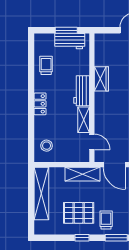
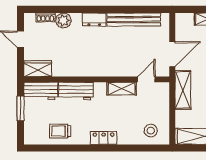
workbench: (70, 41) -> (41, 91), moved, turned 90
wardrobe: (101, 79) -> (38, 69), moved
workbench: (82, 91) -> (76, 91), moved

